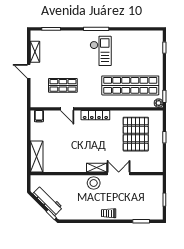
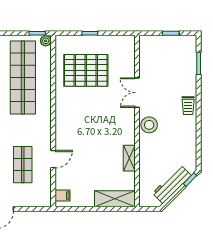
locker: (95, 115) -> (61, 123), removed
shelving: (97, 168) -> (129, 158), moved

